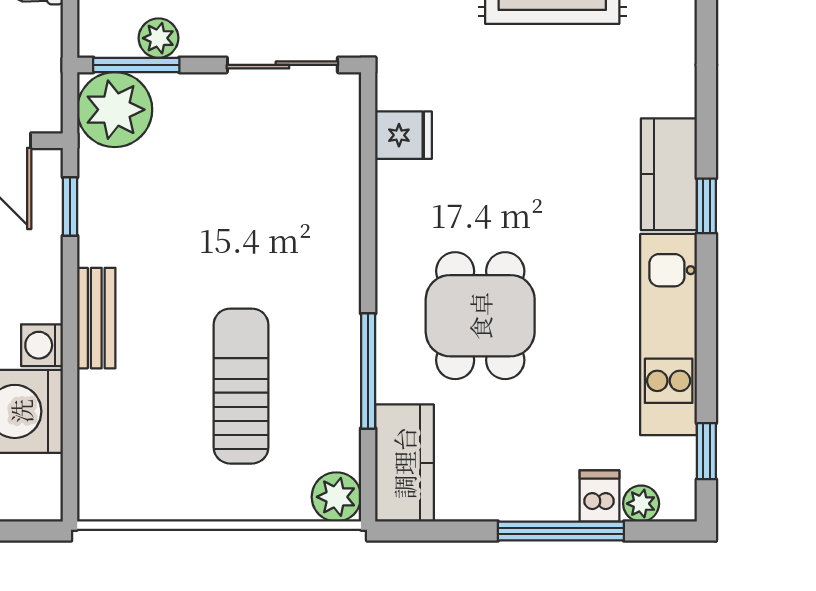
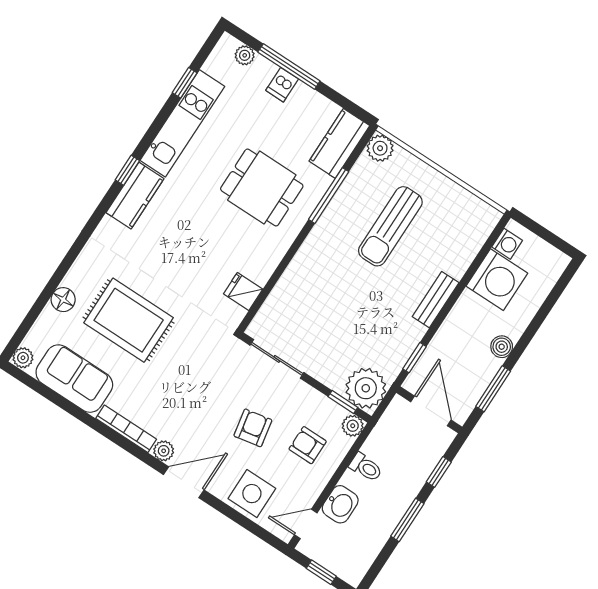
plant: (159, 38) -> (353, 426), moved
window: (136, 65) -> (343, 402), width x0.67
dining table: (480, 316) -> (262, 187), turned 90
washing machine: (42, 345) -> (507, 244), moved
window: (706, 451) -> (185, 83), moved
dishwasher: (599, 496) -> (282, 85), moved

